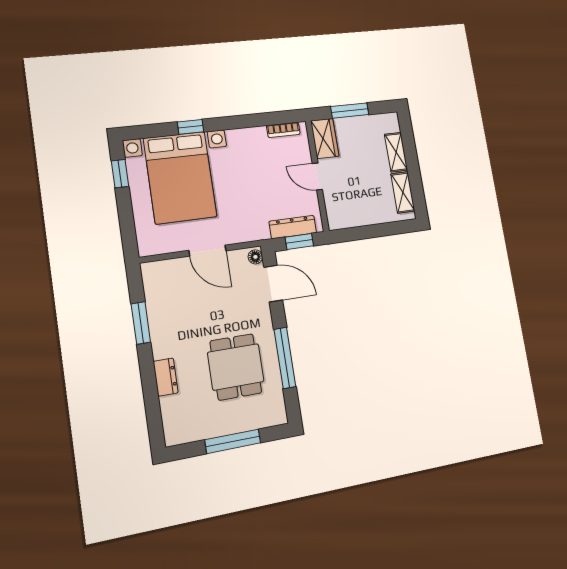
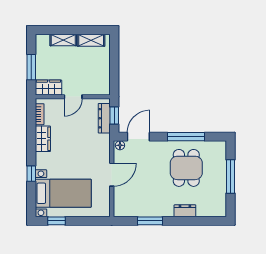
wardrobe: (247, 139) -> (43, 139), added
bed with nightstands: (180, 177) -> (63, 193), width x0.73
dining table: (236, 367) -> (186, 168), turned 90

